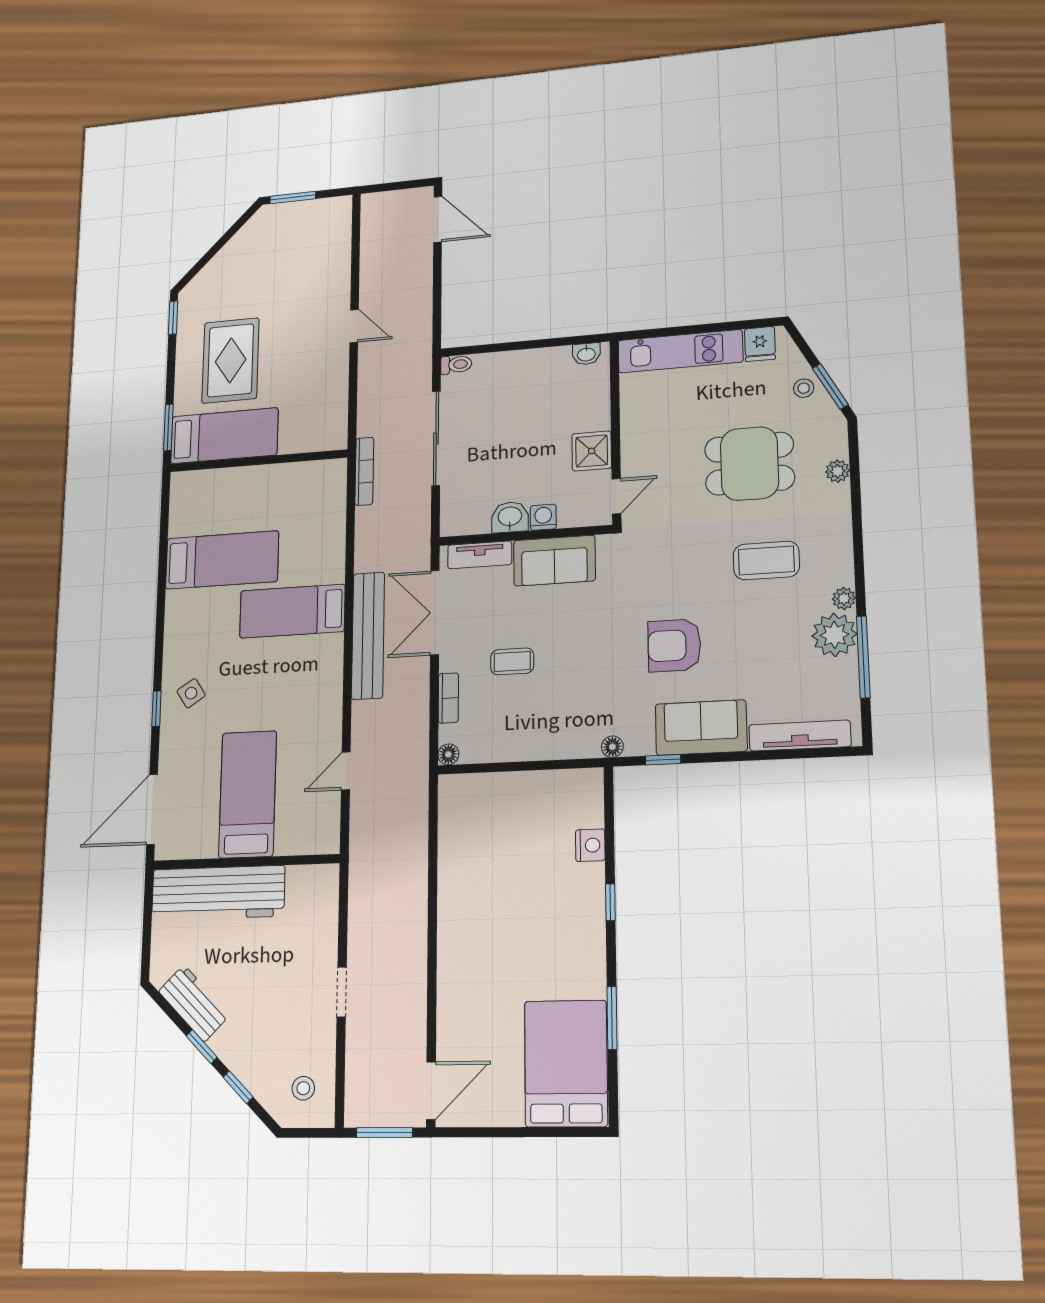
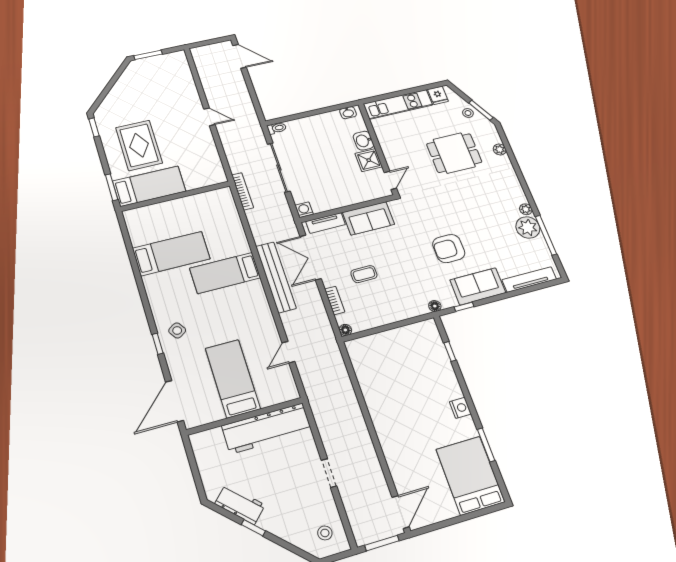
washbasin: (510, 517) -> (363, 141), moved, turned -90
washing machine: (543, 517) -> (304, 210), moved
coffee table: (766, 560) -> (480, 198), removed
nightstand: (590, 845) -> (460, 408), moved
workbench: (218, 893) -> (267, 428), moved
window: (610, 902) -> (450, 351), moved
window: (238, 1087) -> (285, 544), removed

